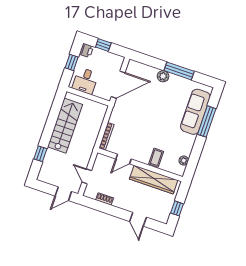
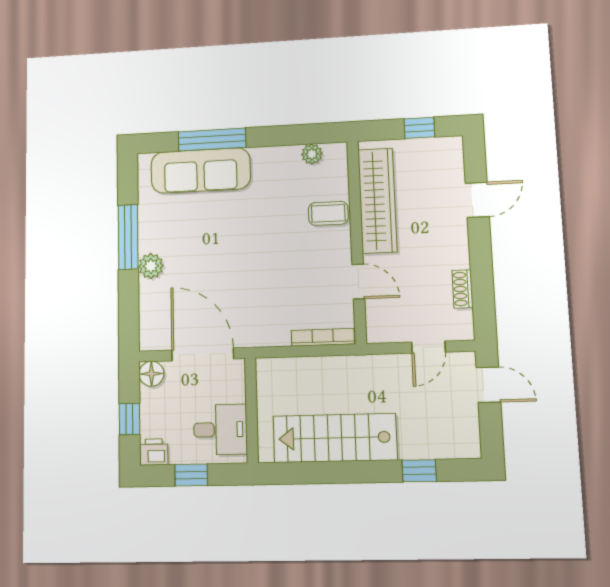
floor lamp: (118, 61) -> (151, 374), added

